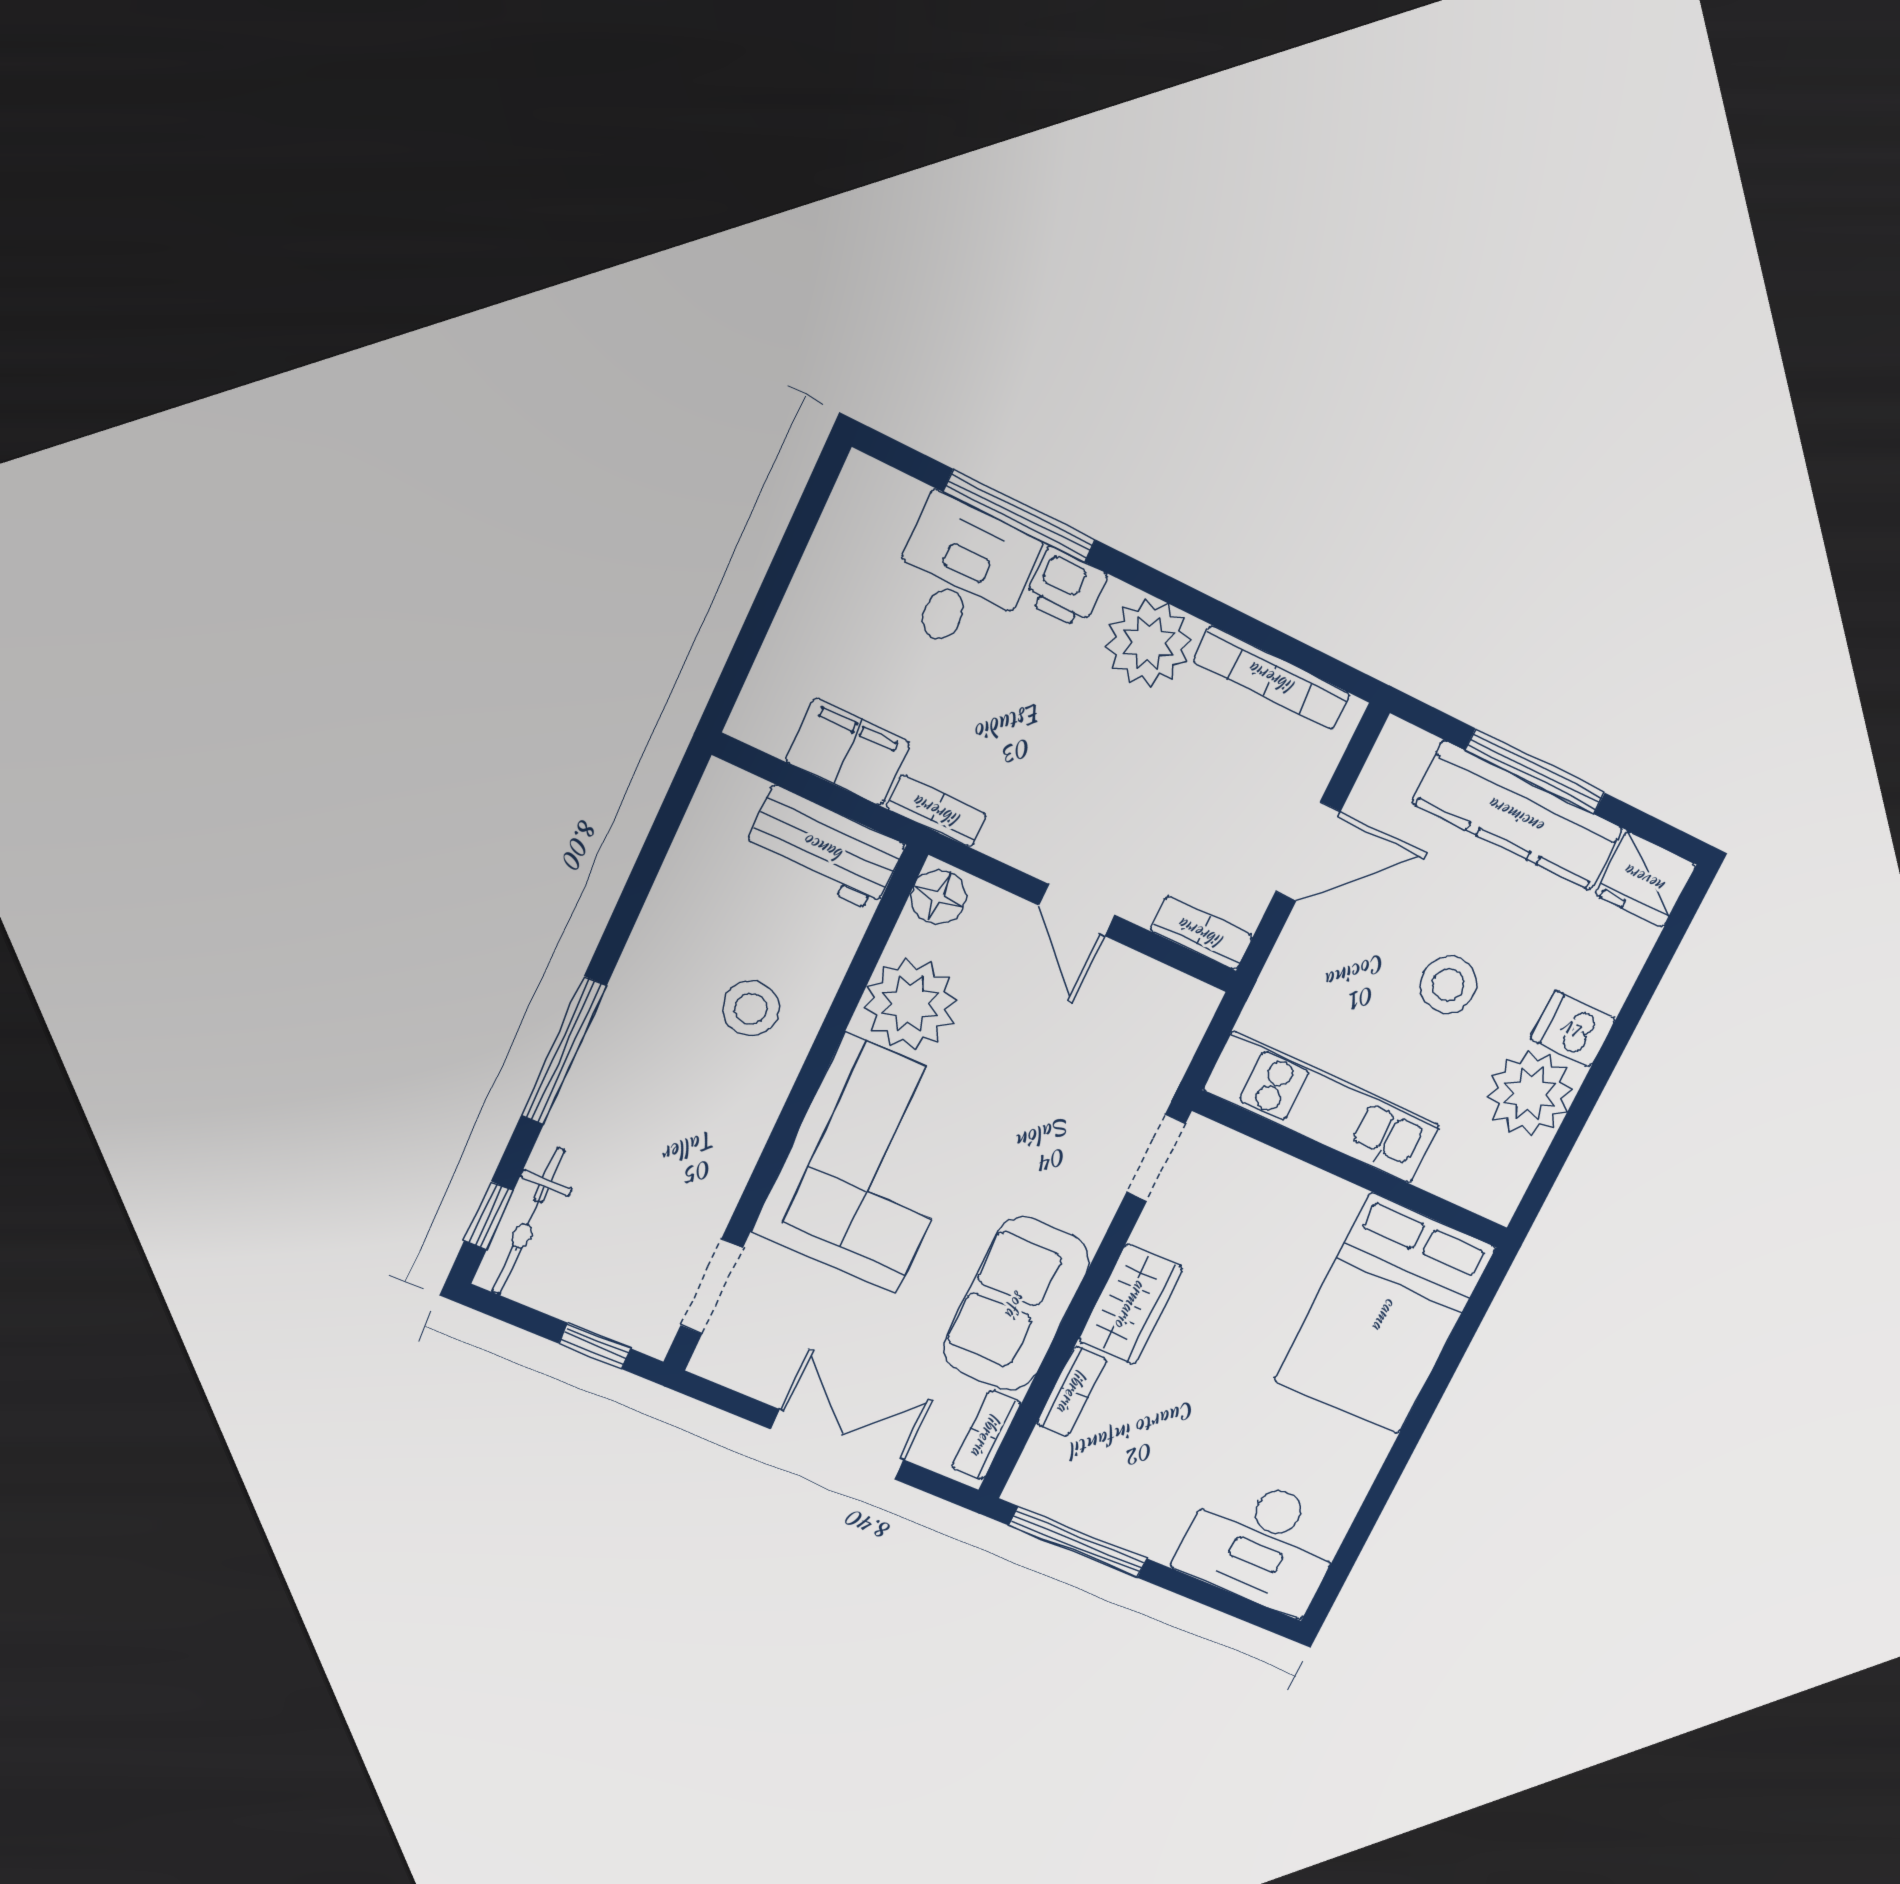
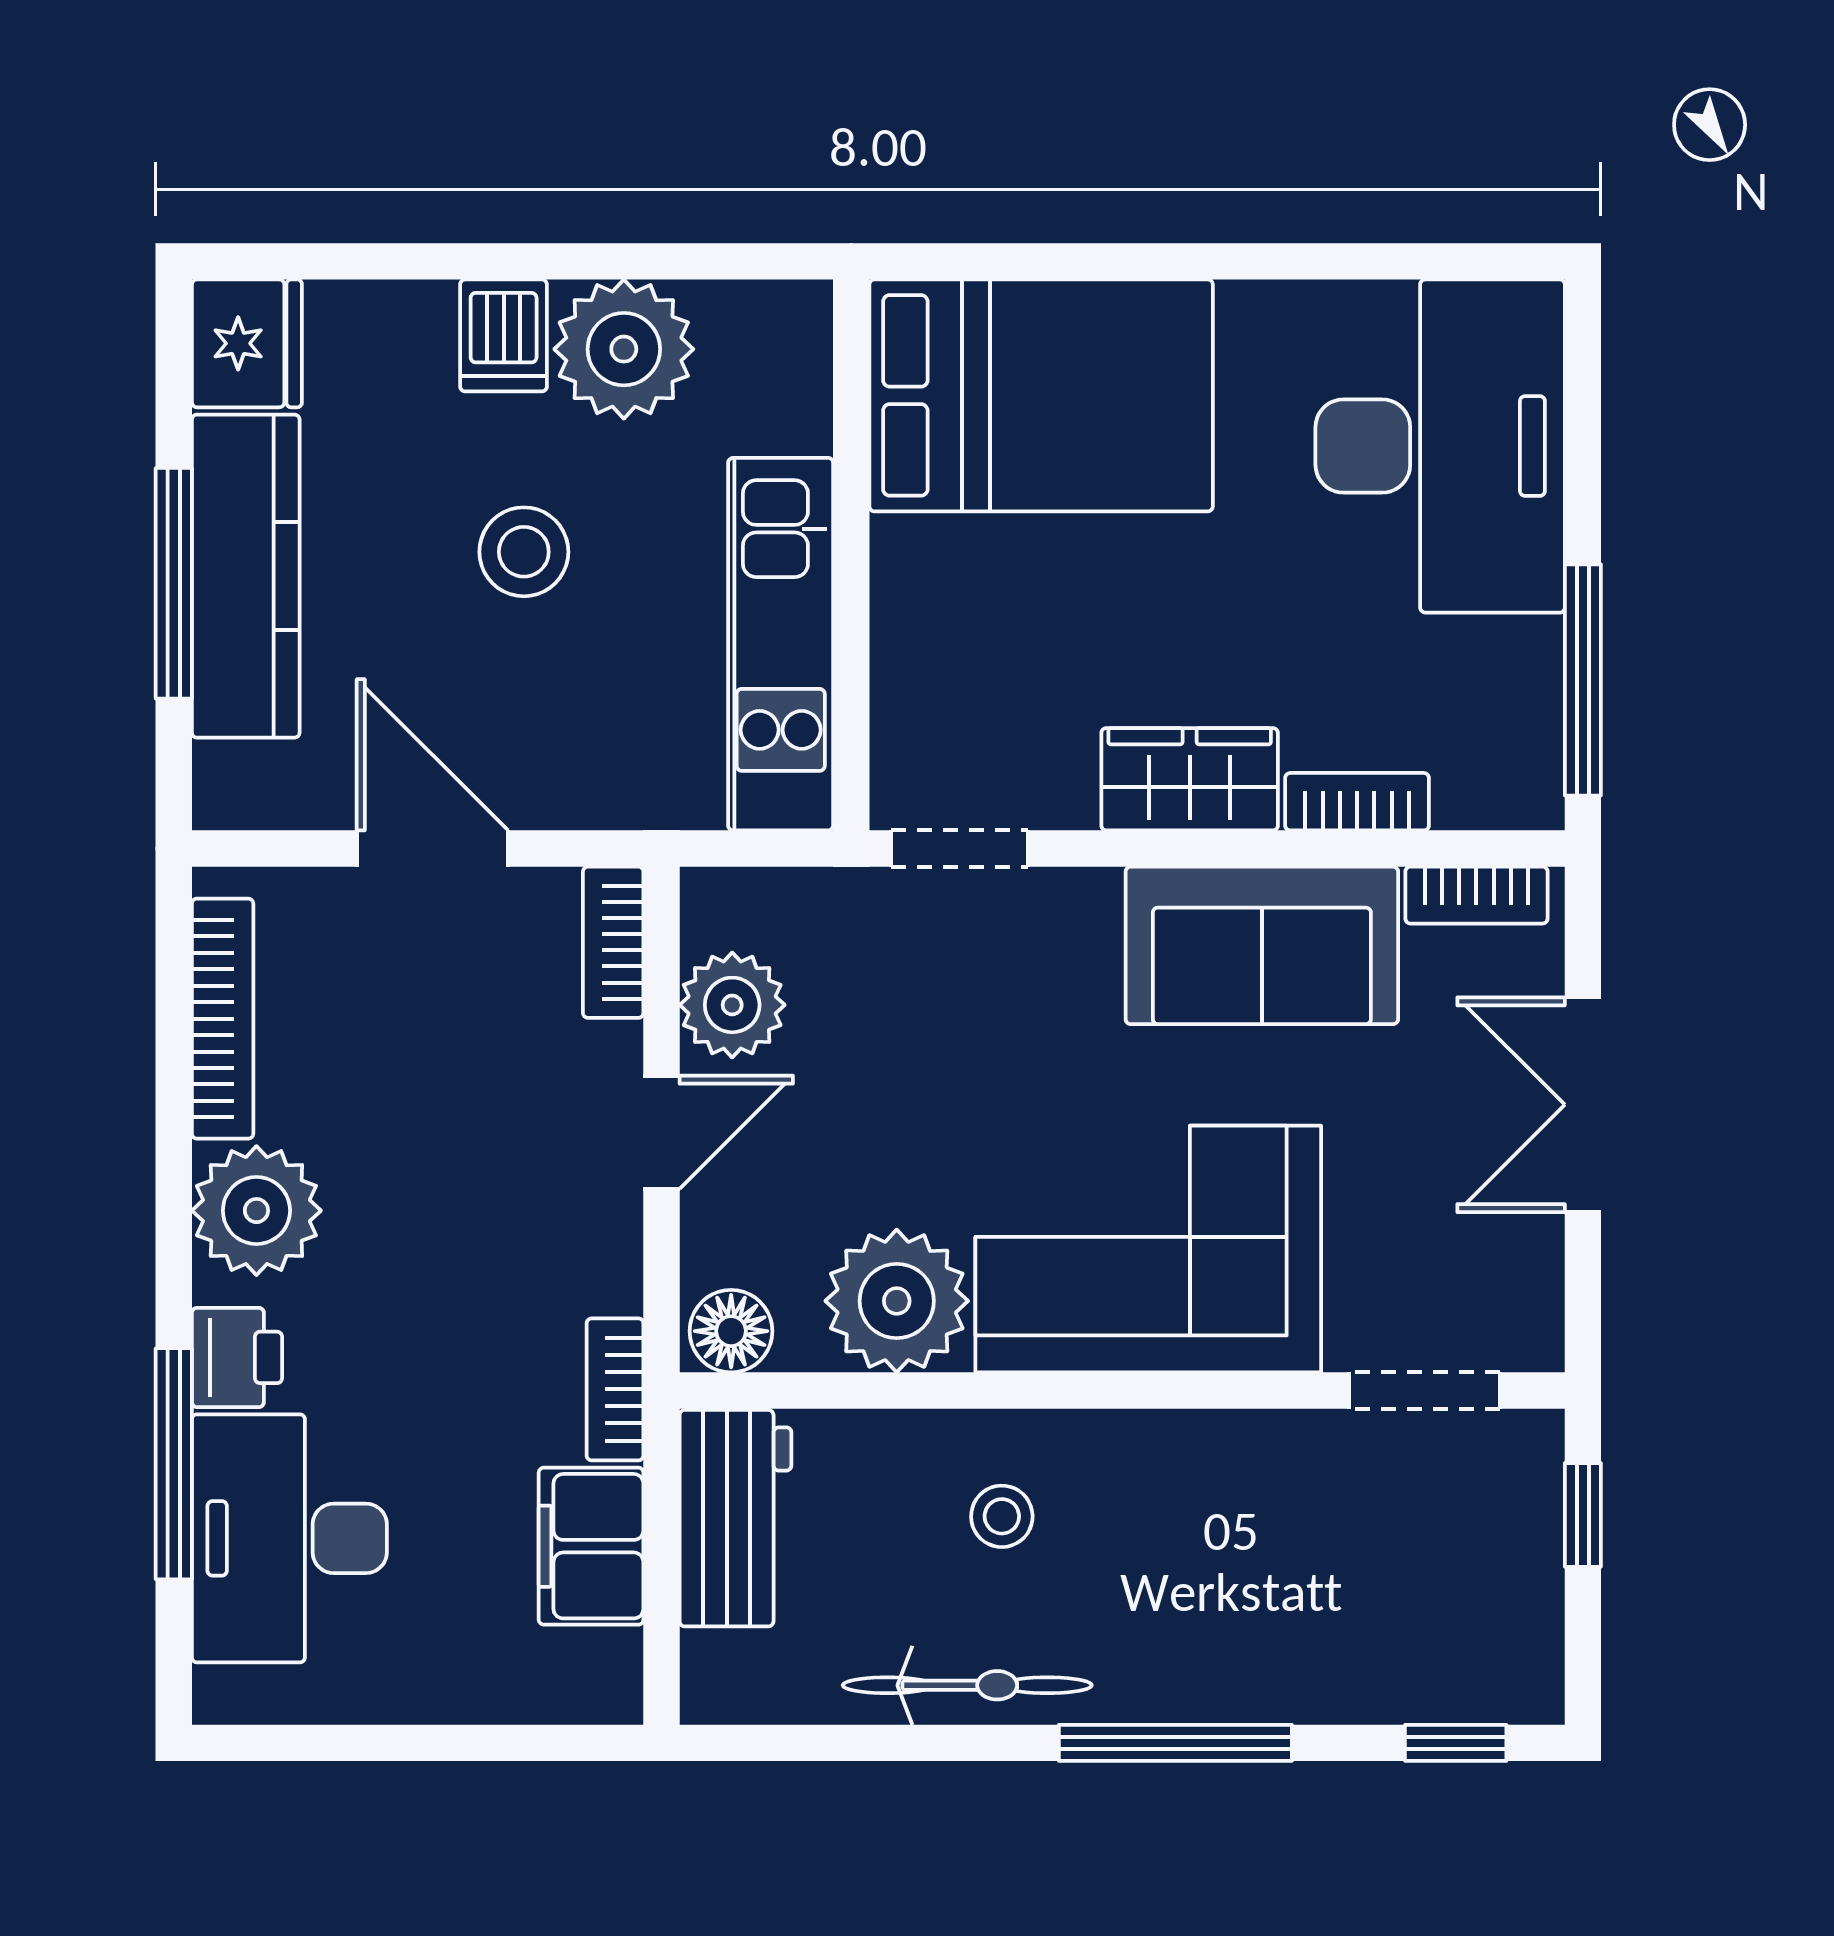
desk: (960, 576) -> (289, 1538), width x1.37
plant: (1131, 986) -> (732, 1005), added
stool: (751, 1008) -> (1002, 1516), width x0.73, depth x0.73
bicycle: (528, 1221) -> (967, 1685), moved
desk: (1262, 1544) -> (1440, 446), width x1.36, depth x1.30

